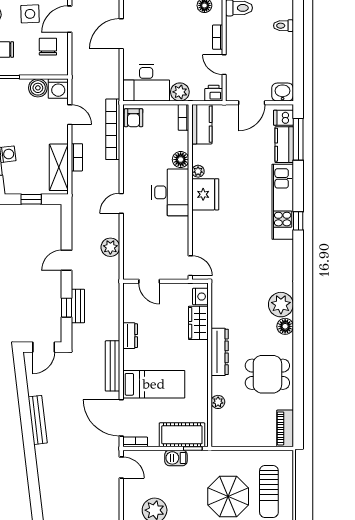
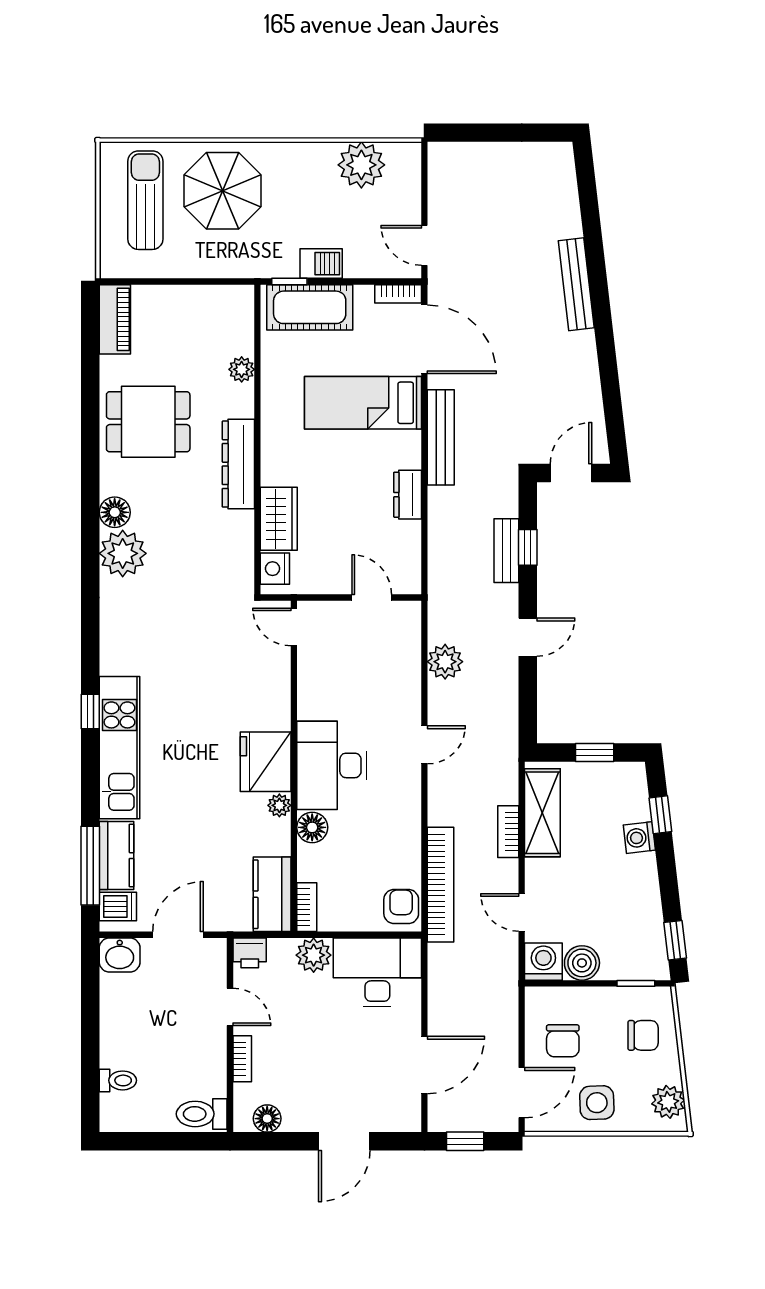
bench: (38, 420) -> (576, 284), moved

